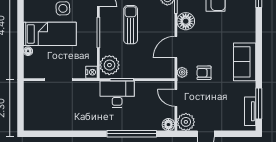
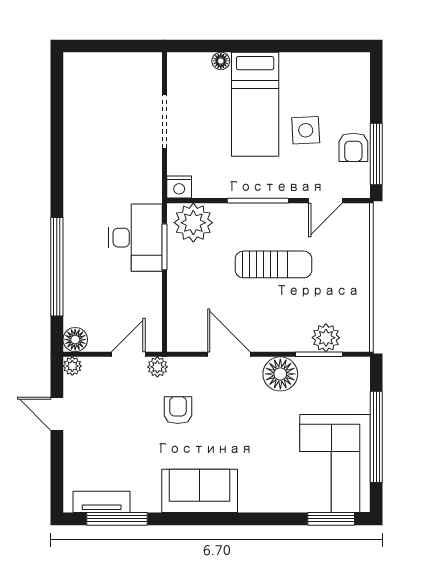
plant: (182, 72) -> (157, 367), moved
plant: (186, 122) -> (72, 366), width x0.53, depth x0.53

